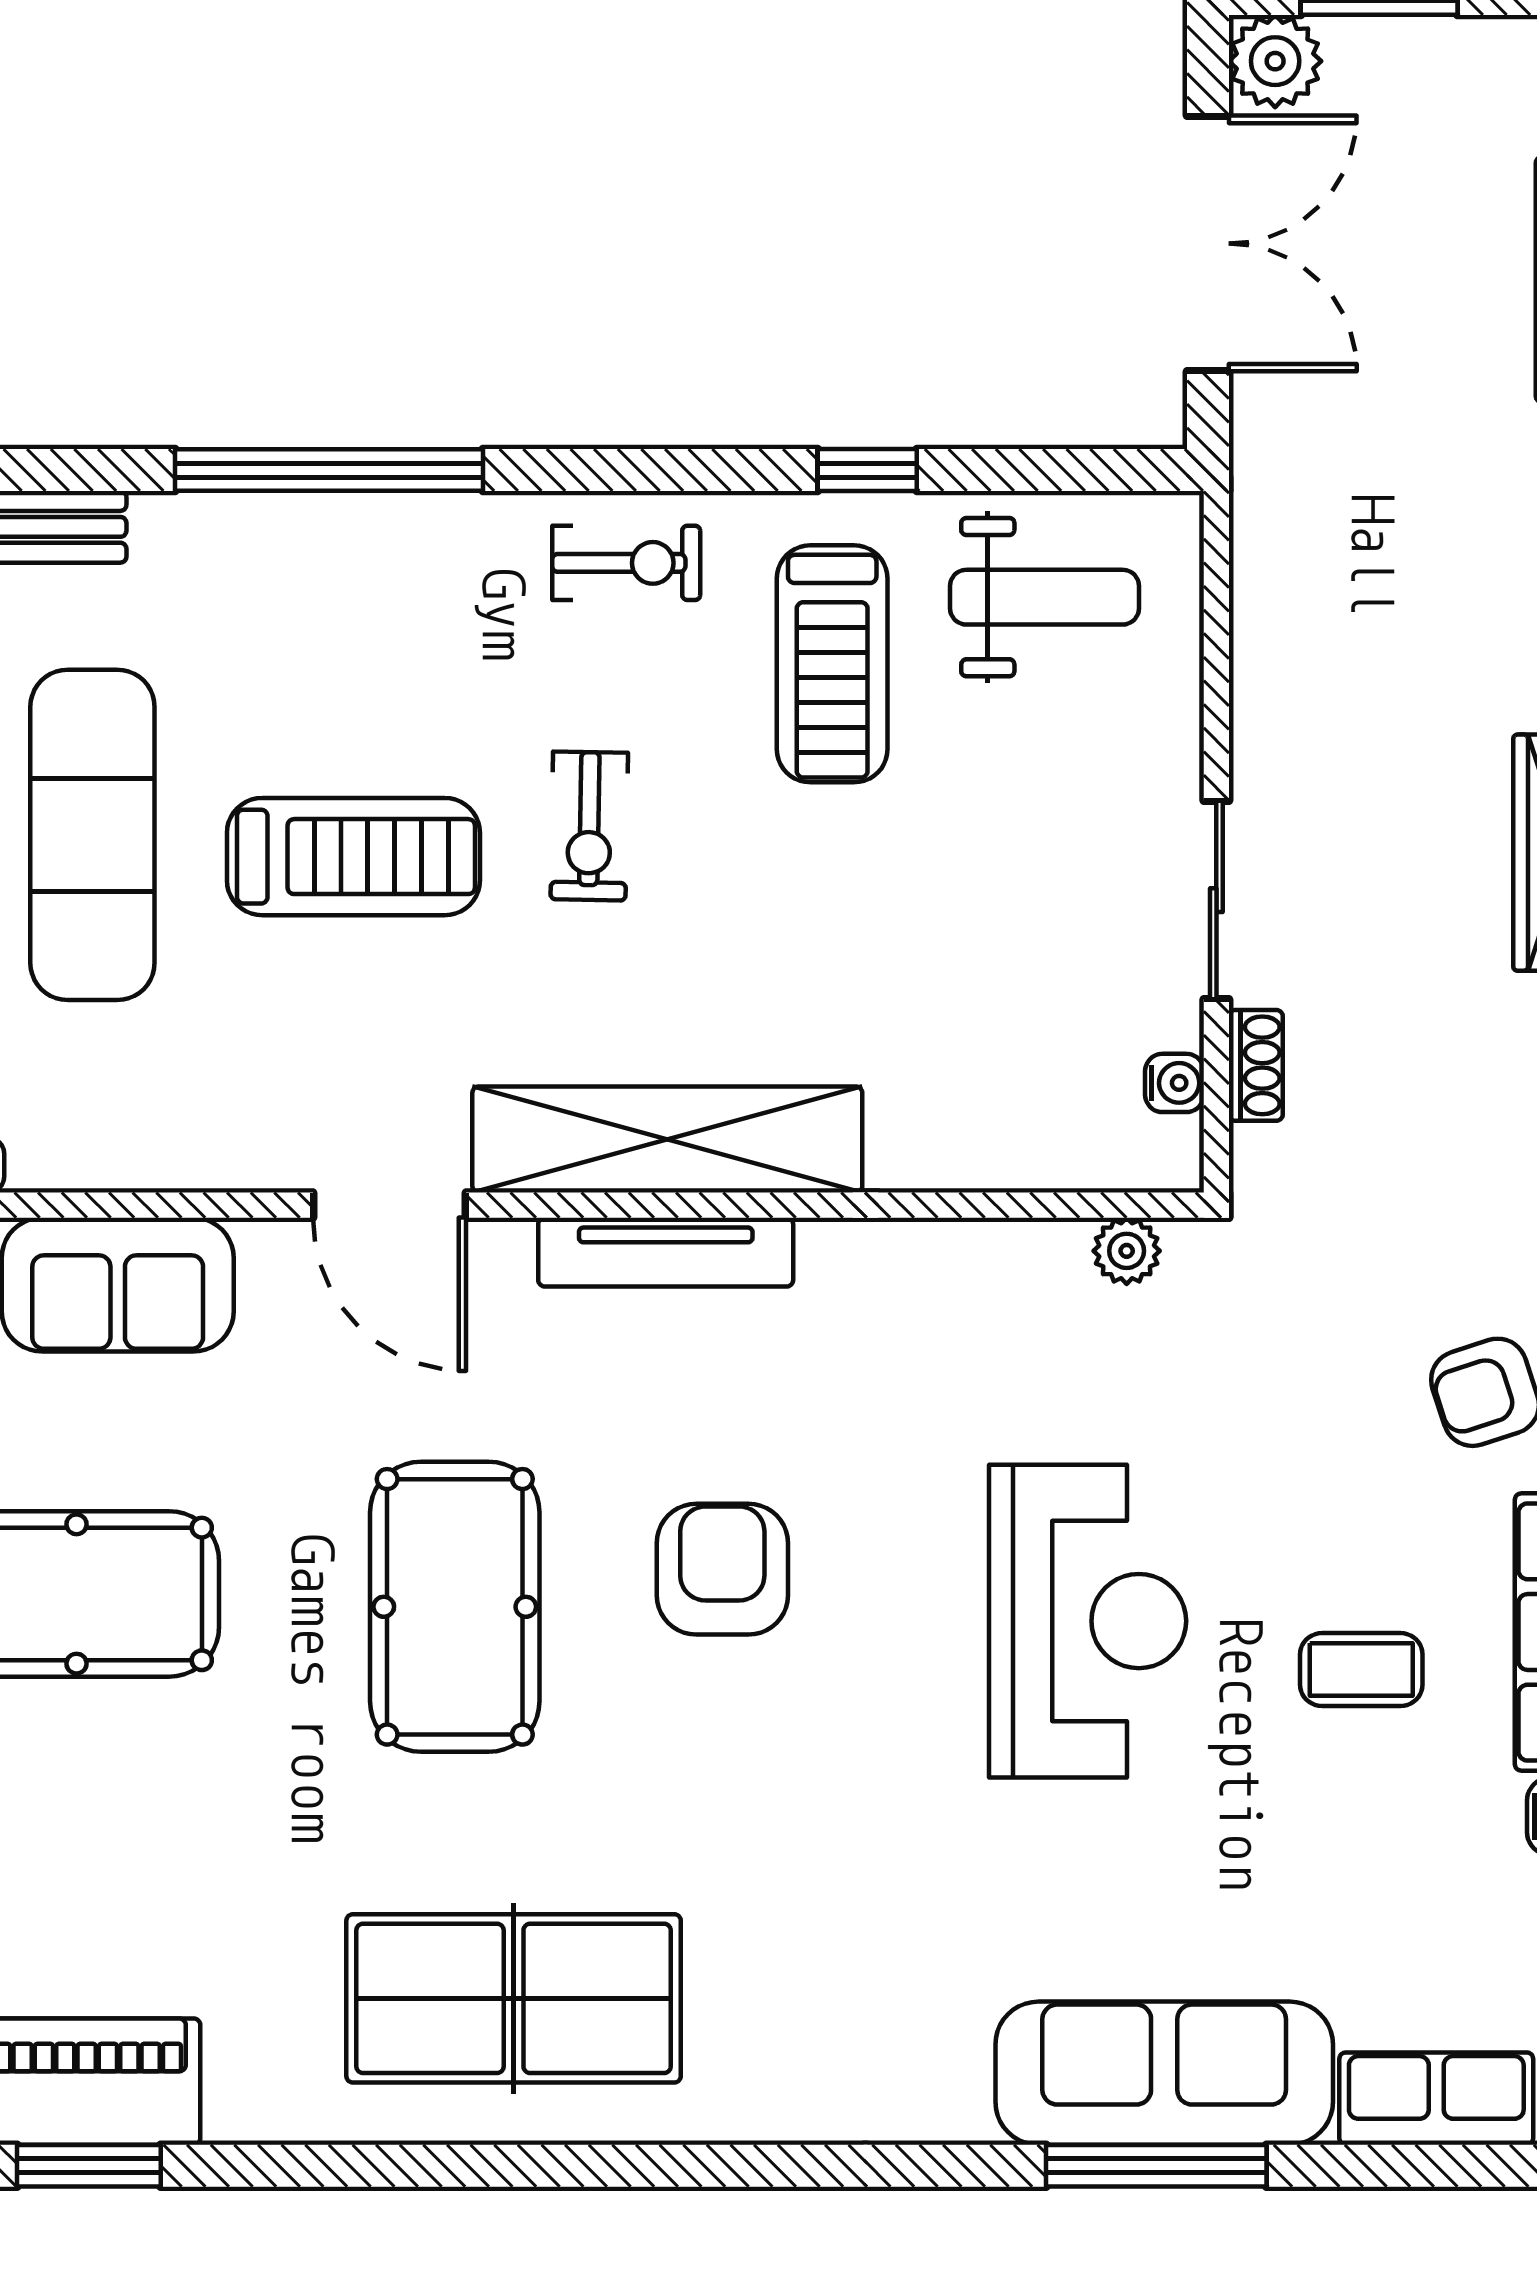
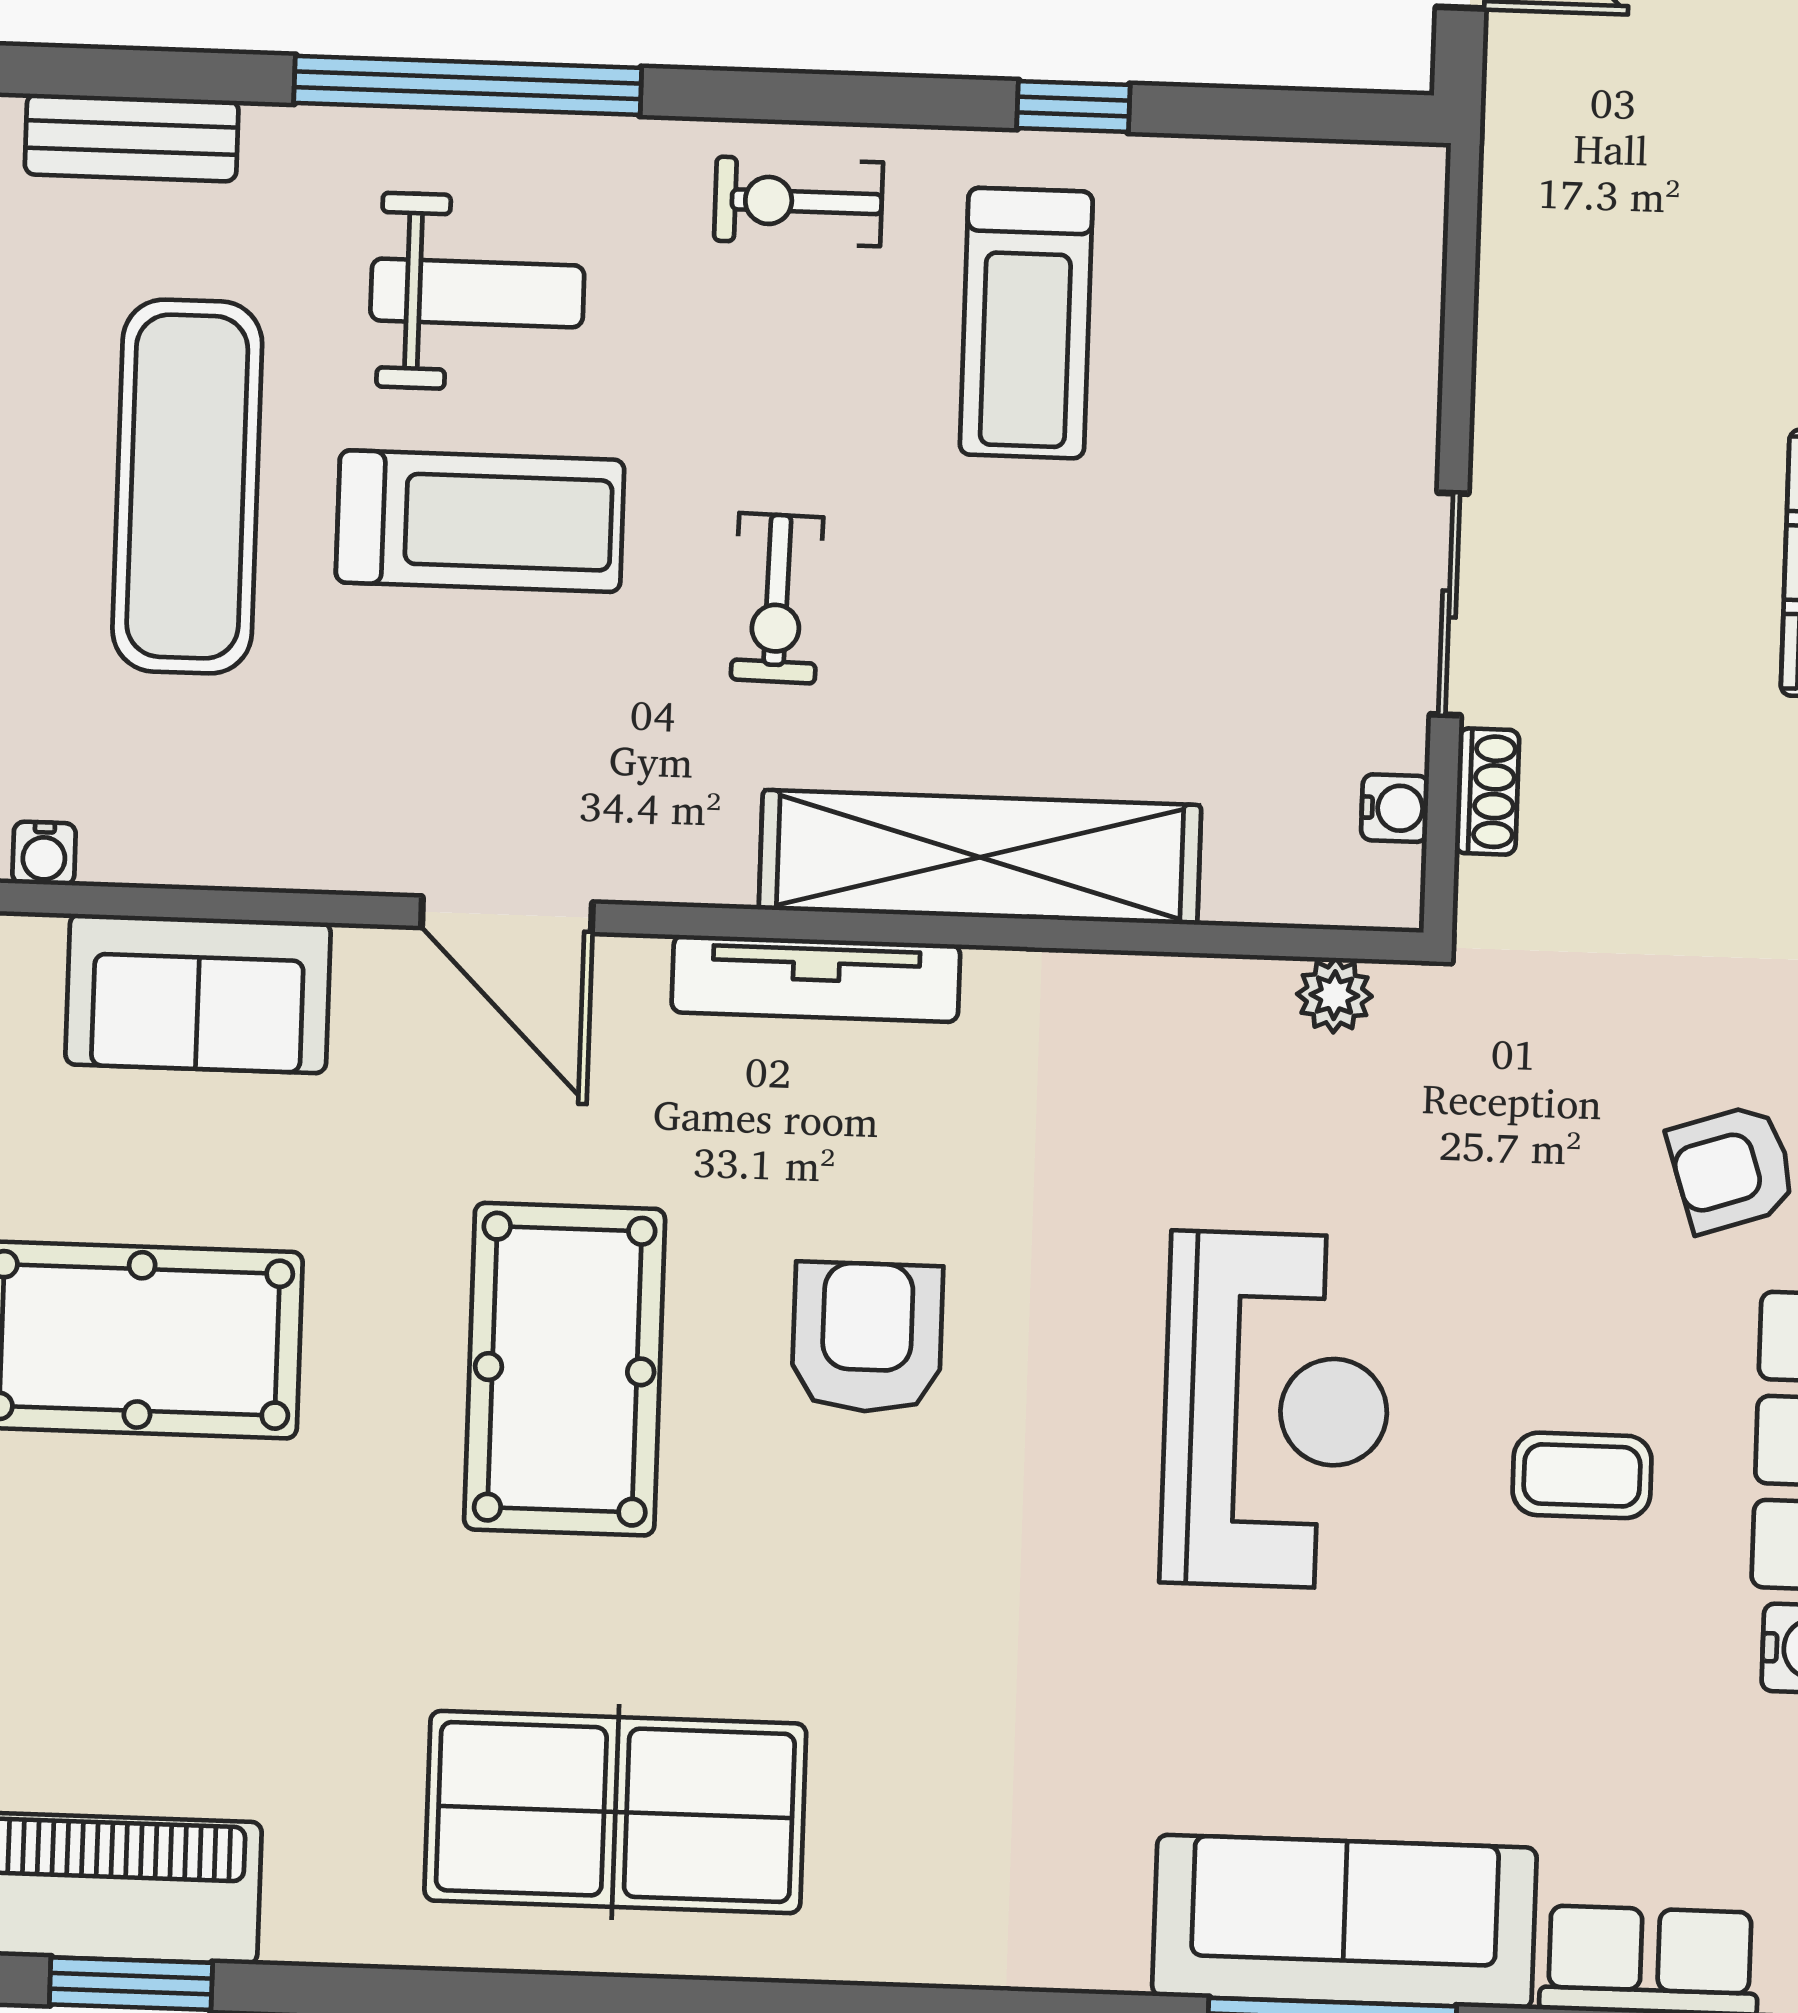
exercise bike: (626, 563) -> (798, 201), turned 180
weight bench: (1045, 597) -> (477, 293), moved
exercise bike: (589, 826) -> (777, 598), moved
shelving: (667, 1139) -> (980, 857), moved

